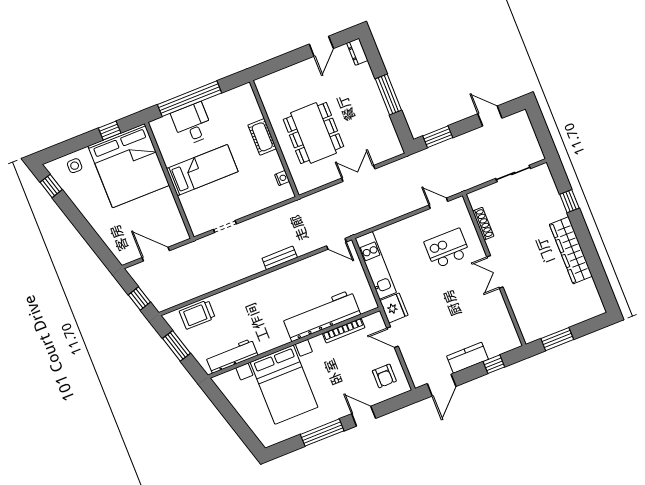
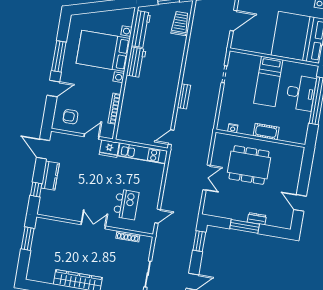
dresser: (357, 52) -> (257, 219), moved
desk: (192, 124) -> (301, 93), width x1.37
workbench: (321, 316) -> (136, 62), moved, width x0.53, depth x0.76

